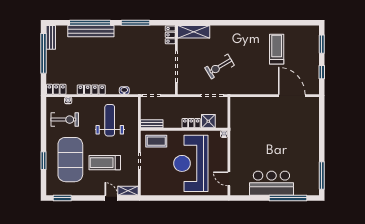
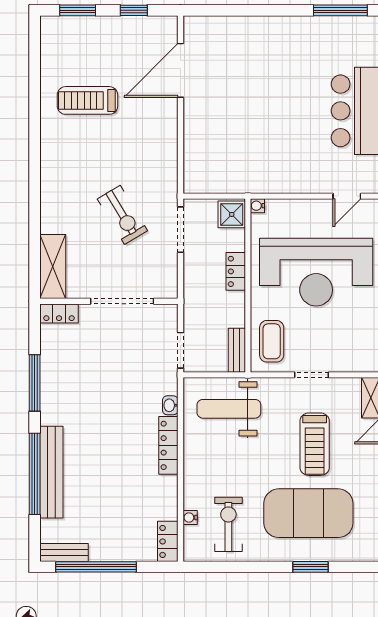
locker: (91, 90) -> (168, 445), moved
weight bench: (110, 120) -> (229, 409), moved
shower: (208, 121) -> (232, 214), moved

